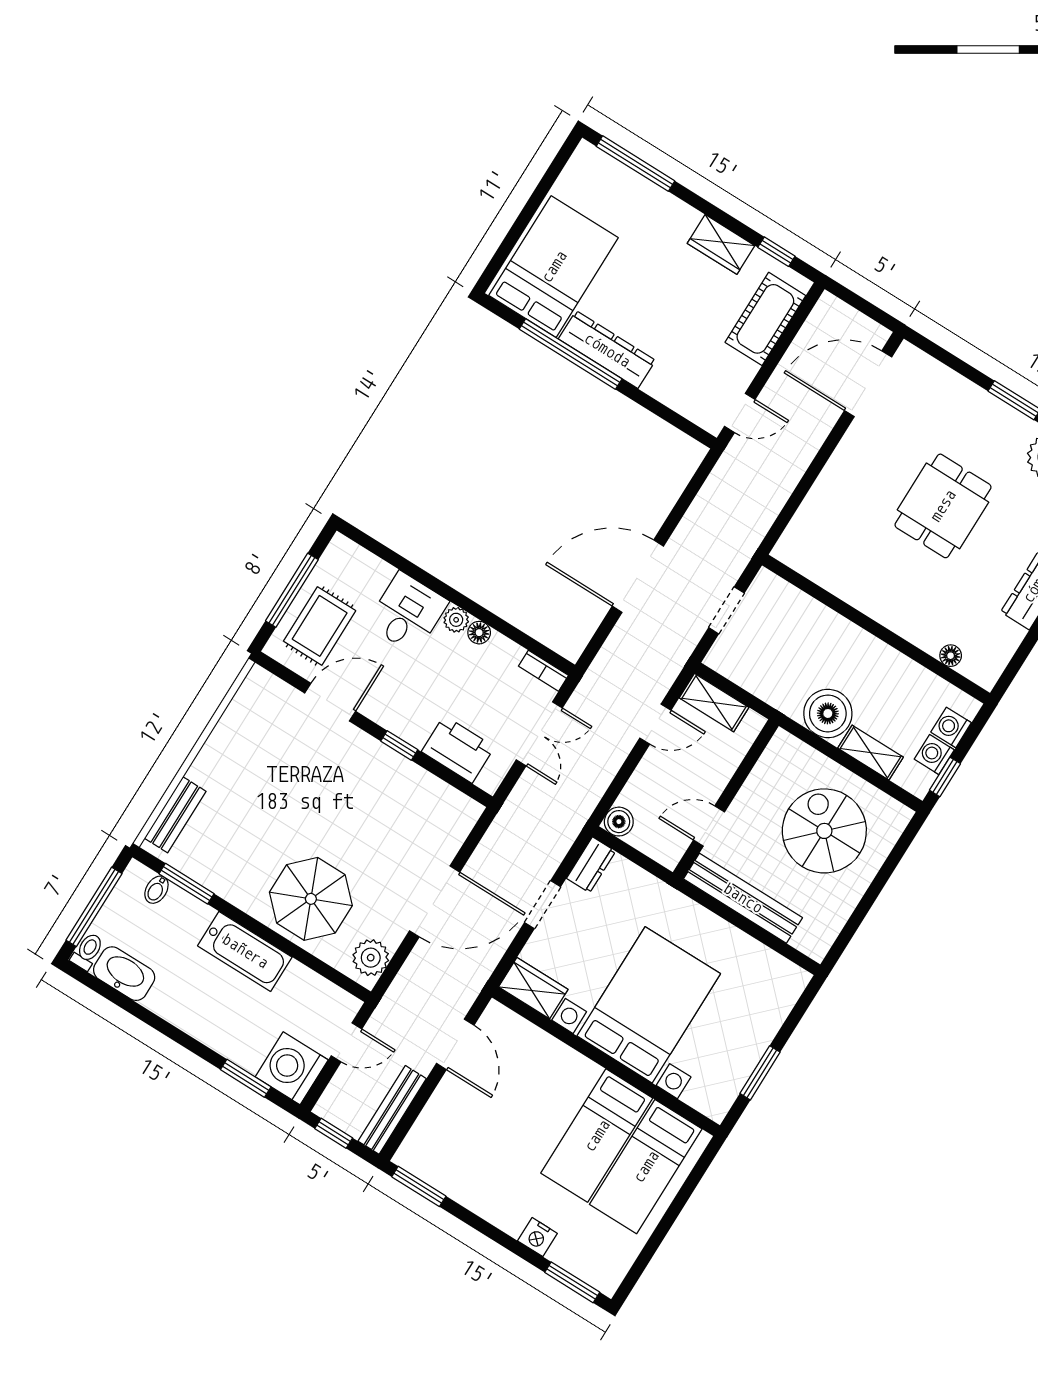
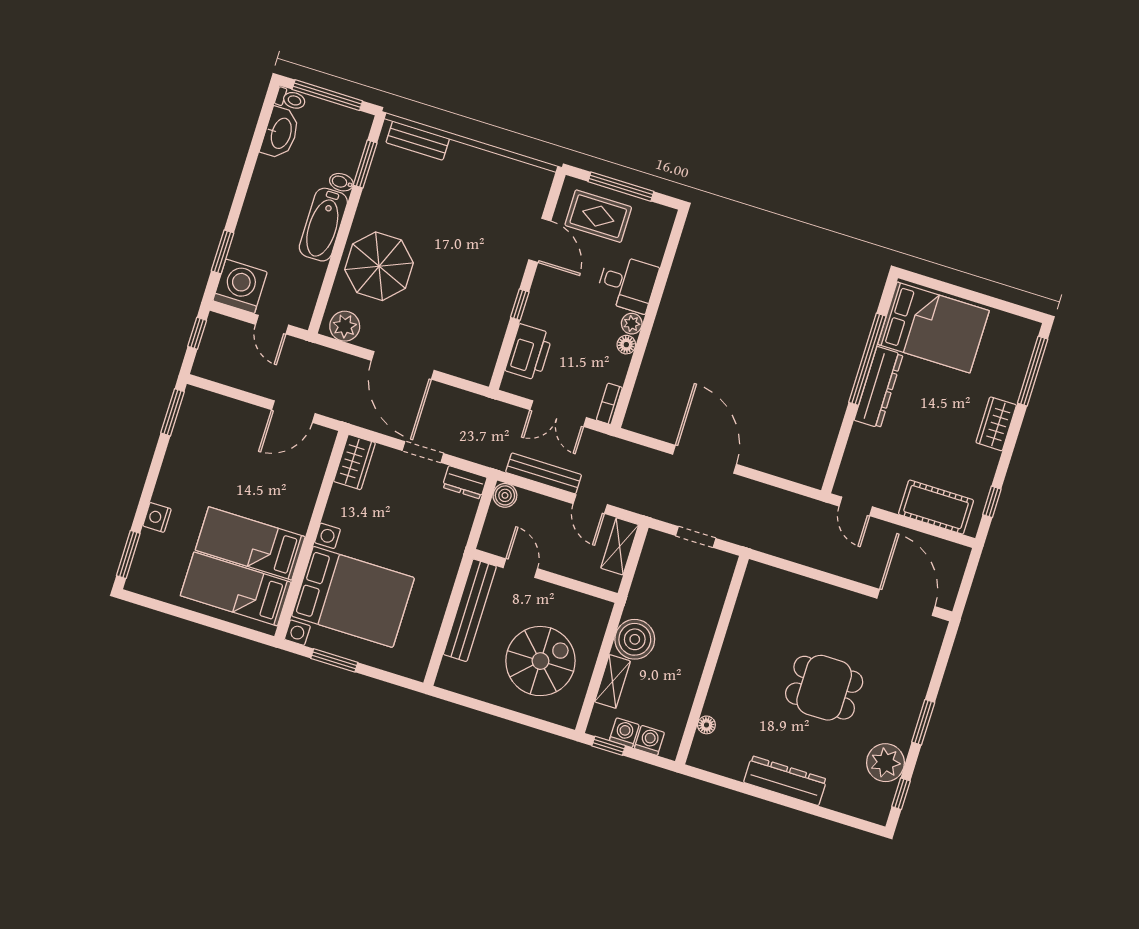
wardrobe: (721, 244) -> (996, 424), moved
bidet: (156, 890) -> (341, 182), moved
bed with nightstands: (649, 1005) -> (353, 597), moved
bench: (392, 1110) -> (544, 473), moved

